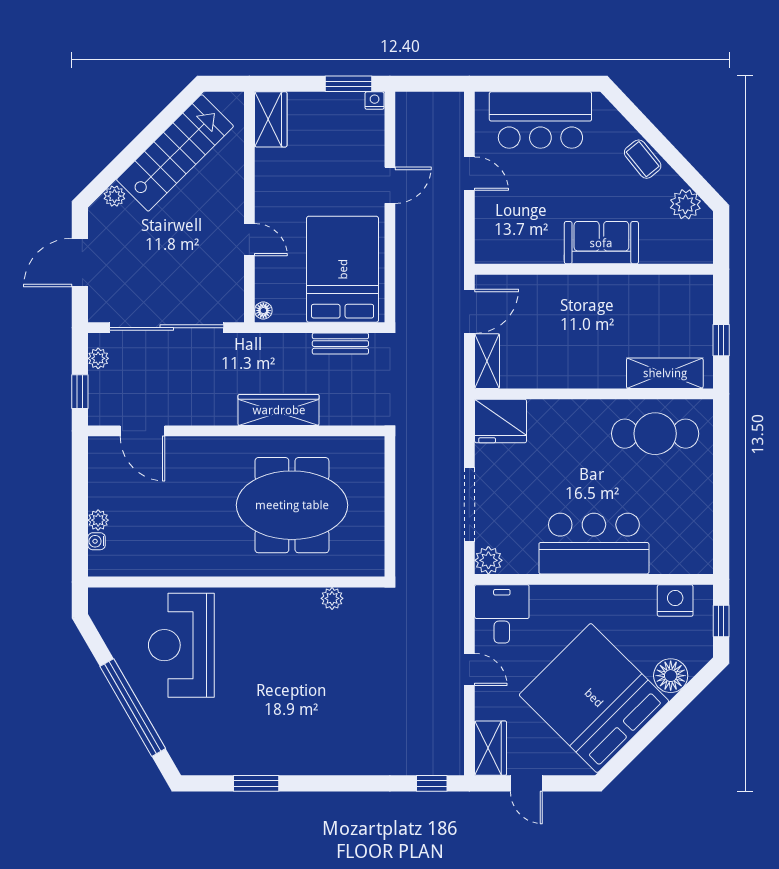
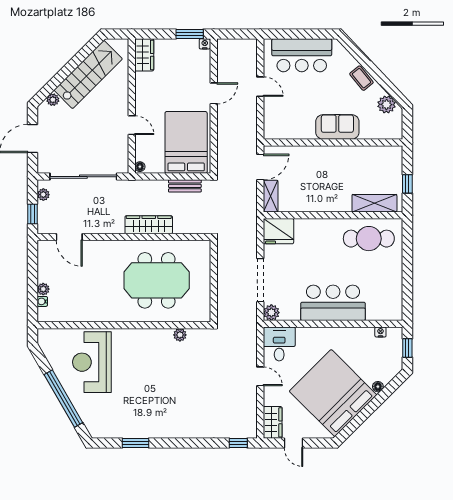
nightstand: (675, 601) -> (380, 332), width x0.53, depth x0.56
floor lamp: (671, 676) -> (378, 387), width x0.53, depth x0.53

